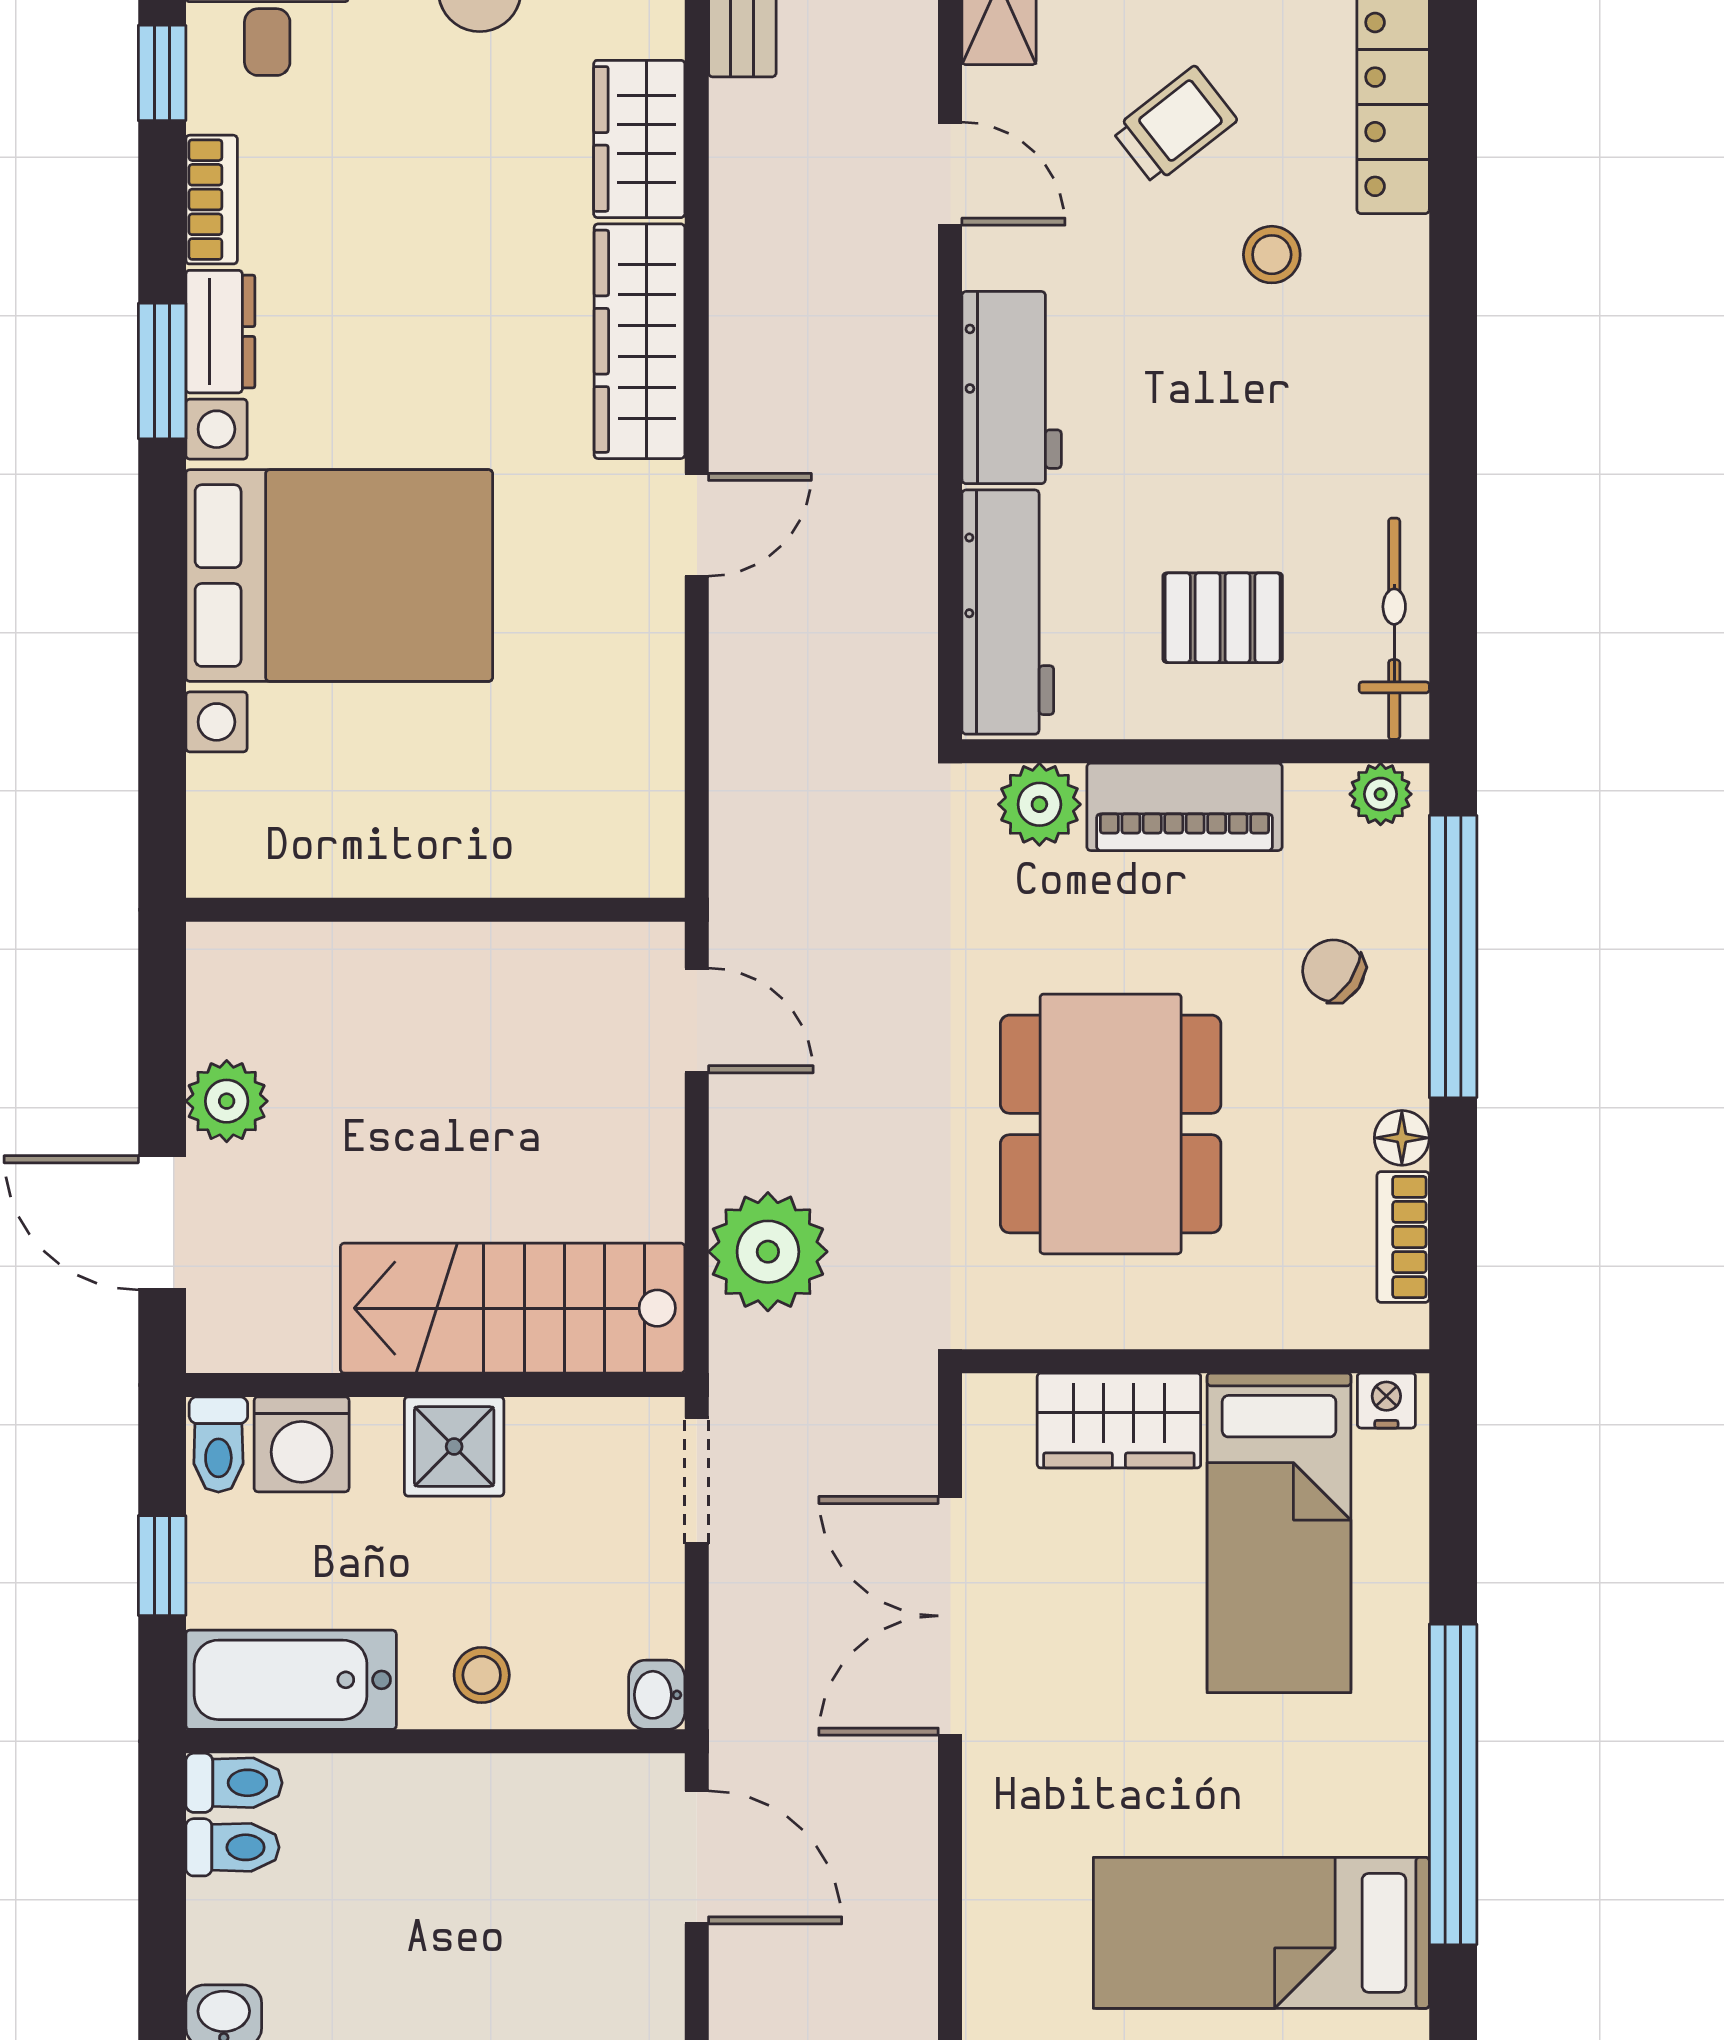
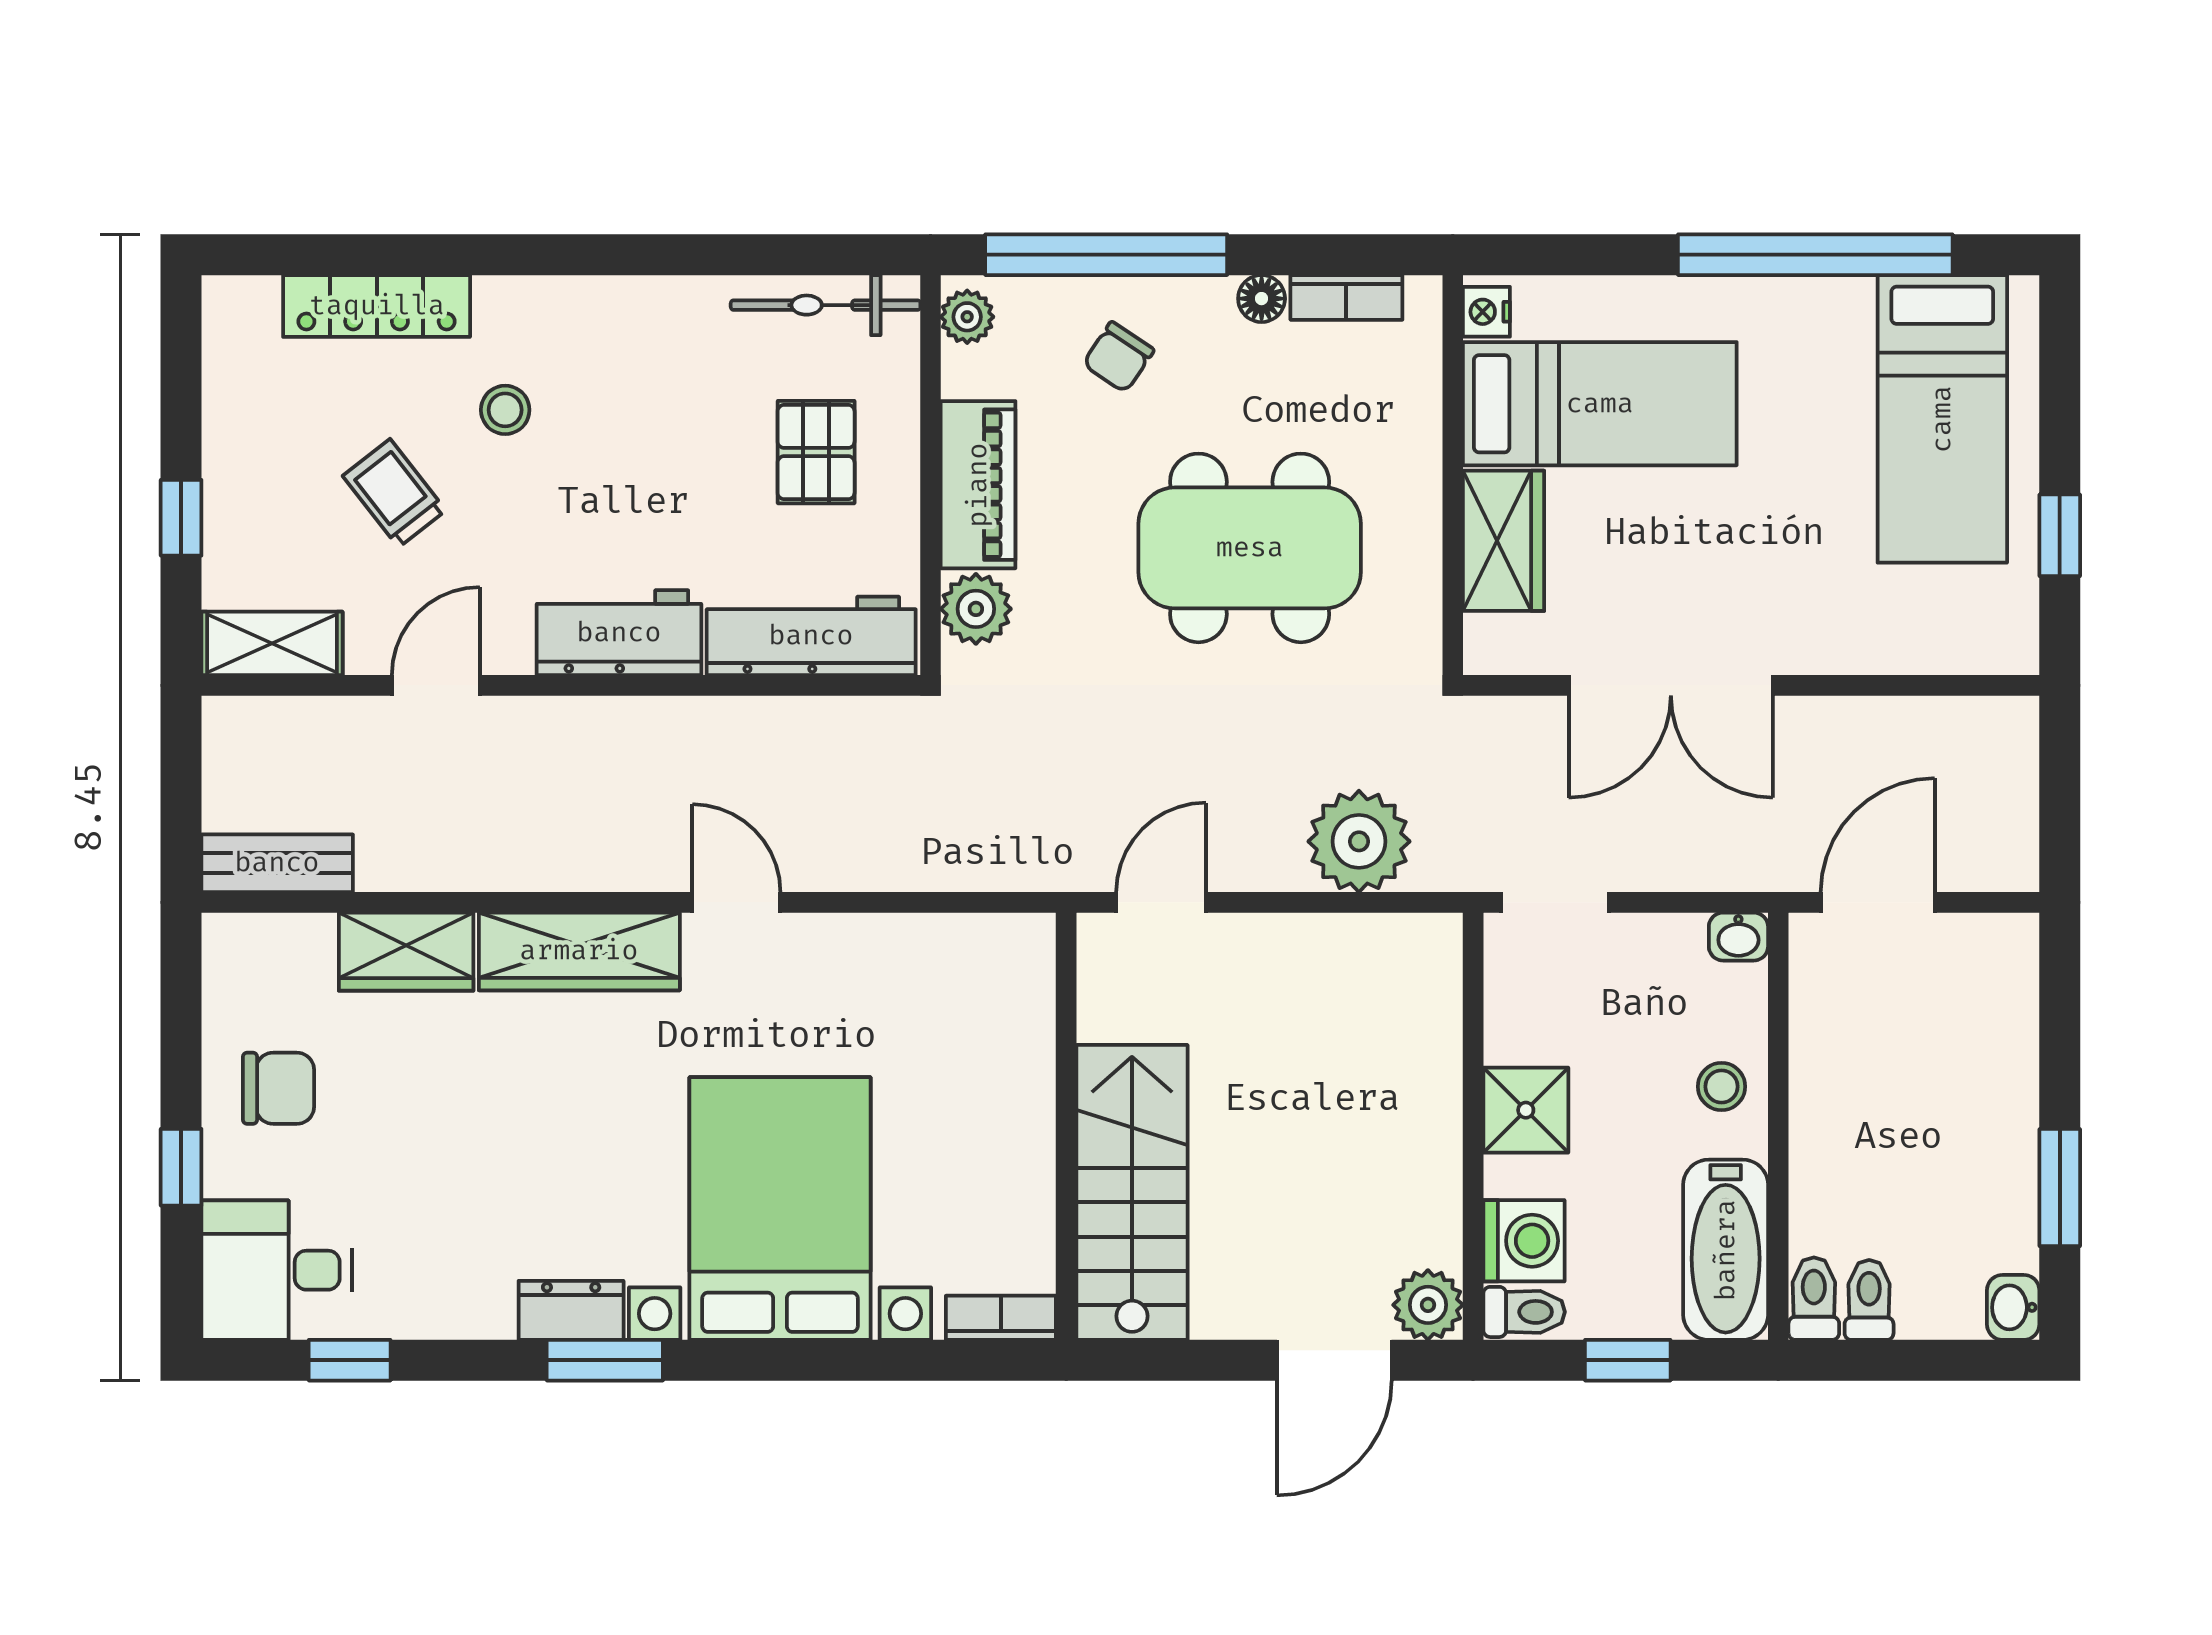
bookcase: (212, 200) -> (1001, 1318), moved
plant: (227, 1101) -> (1428, 1305), moved
stairs: (513, 1308) -> (1132, 1192), moved, turned 180

